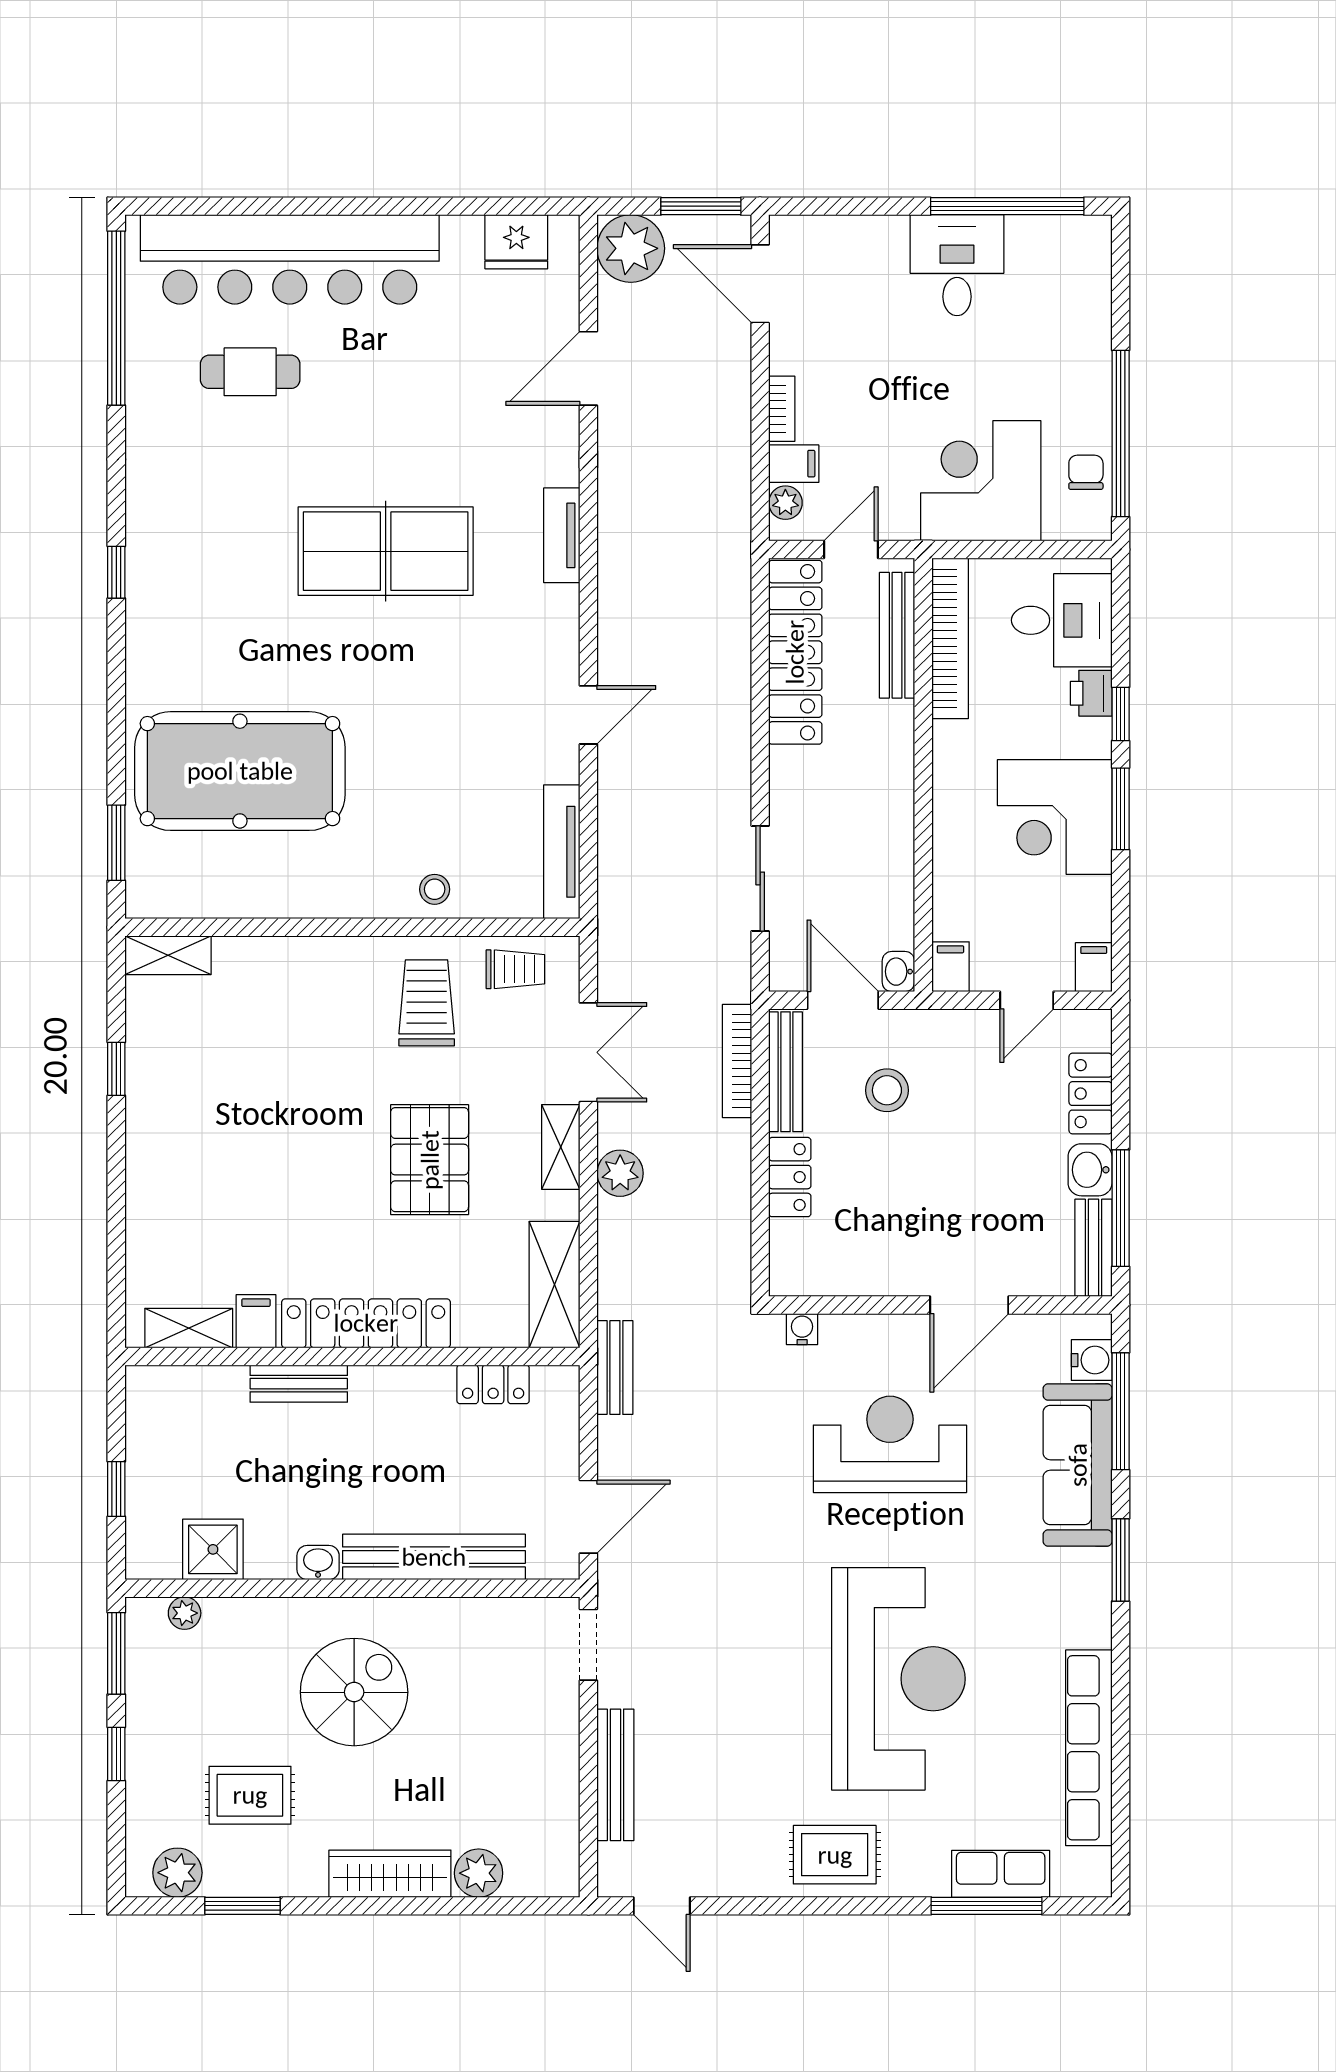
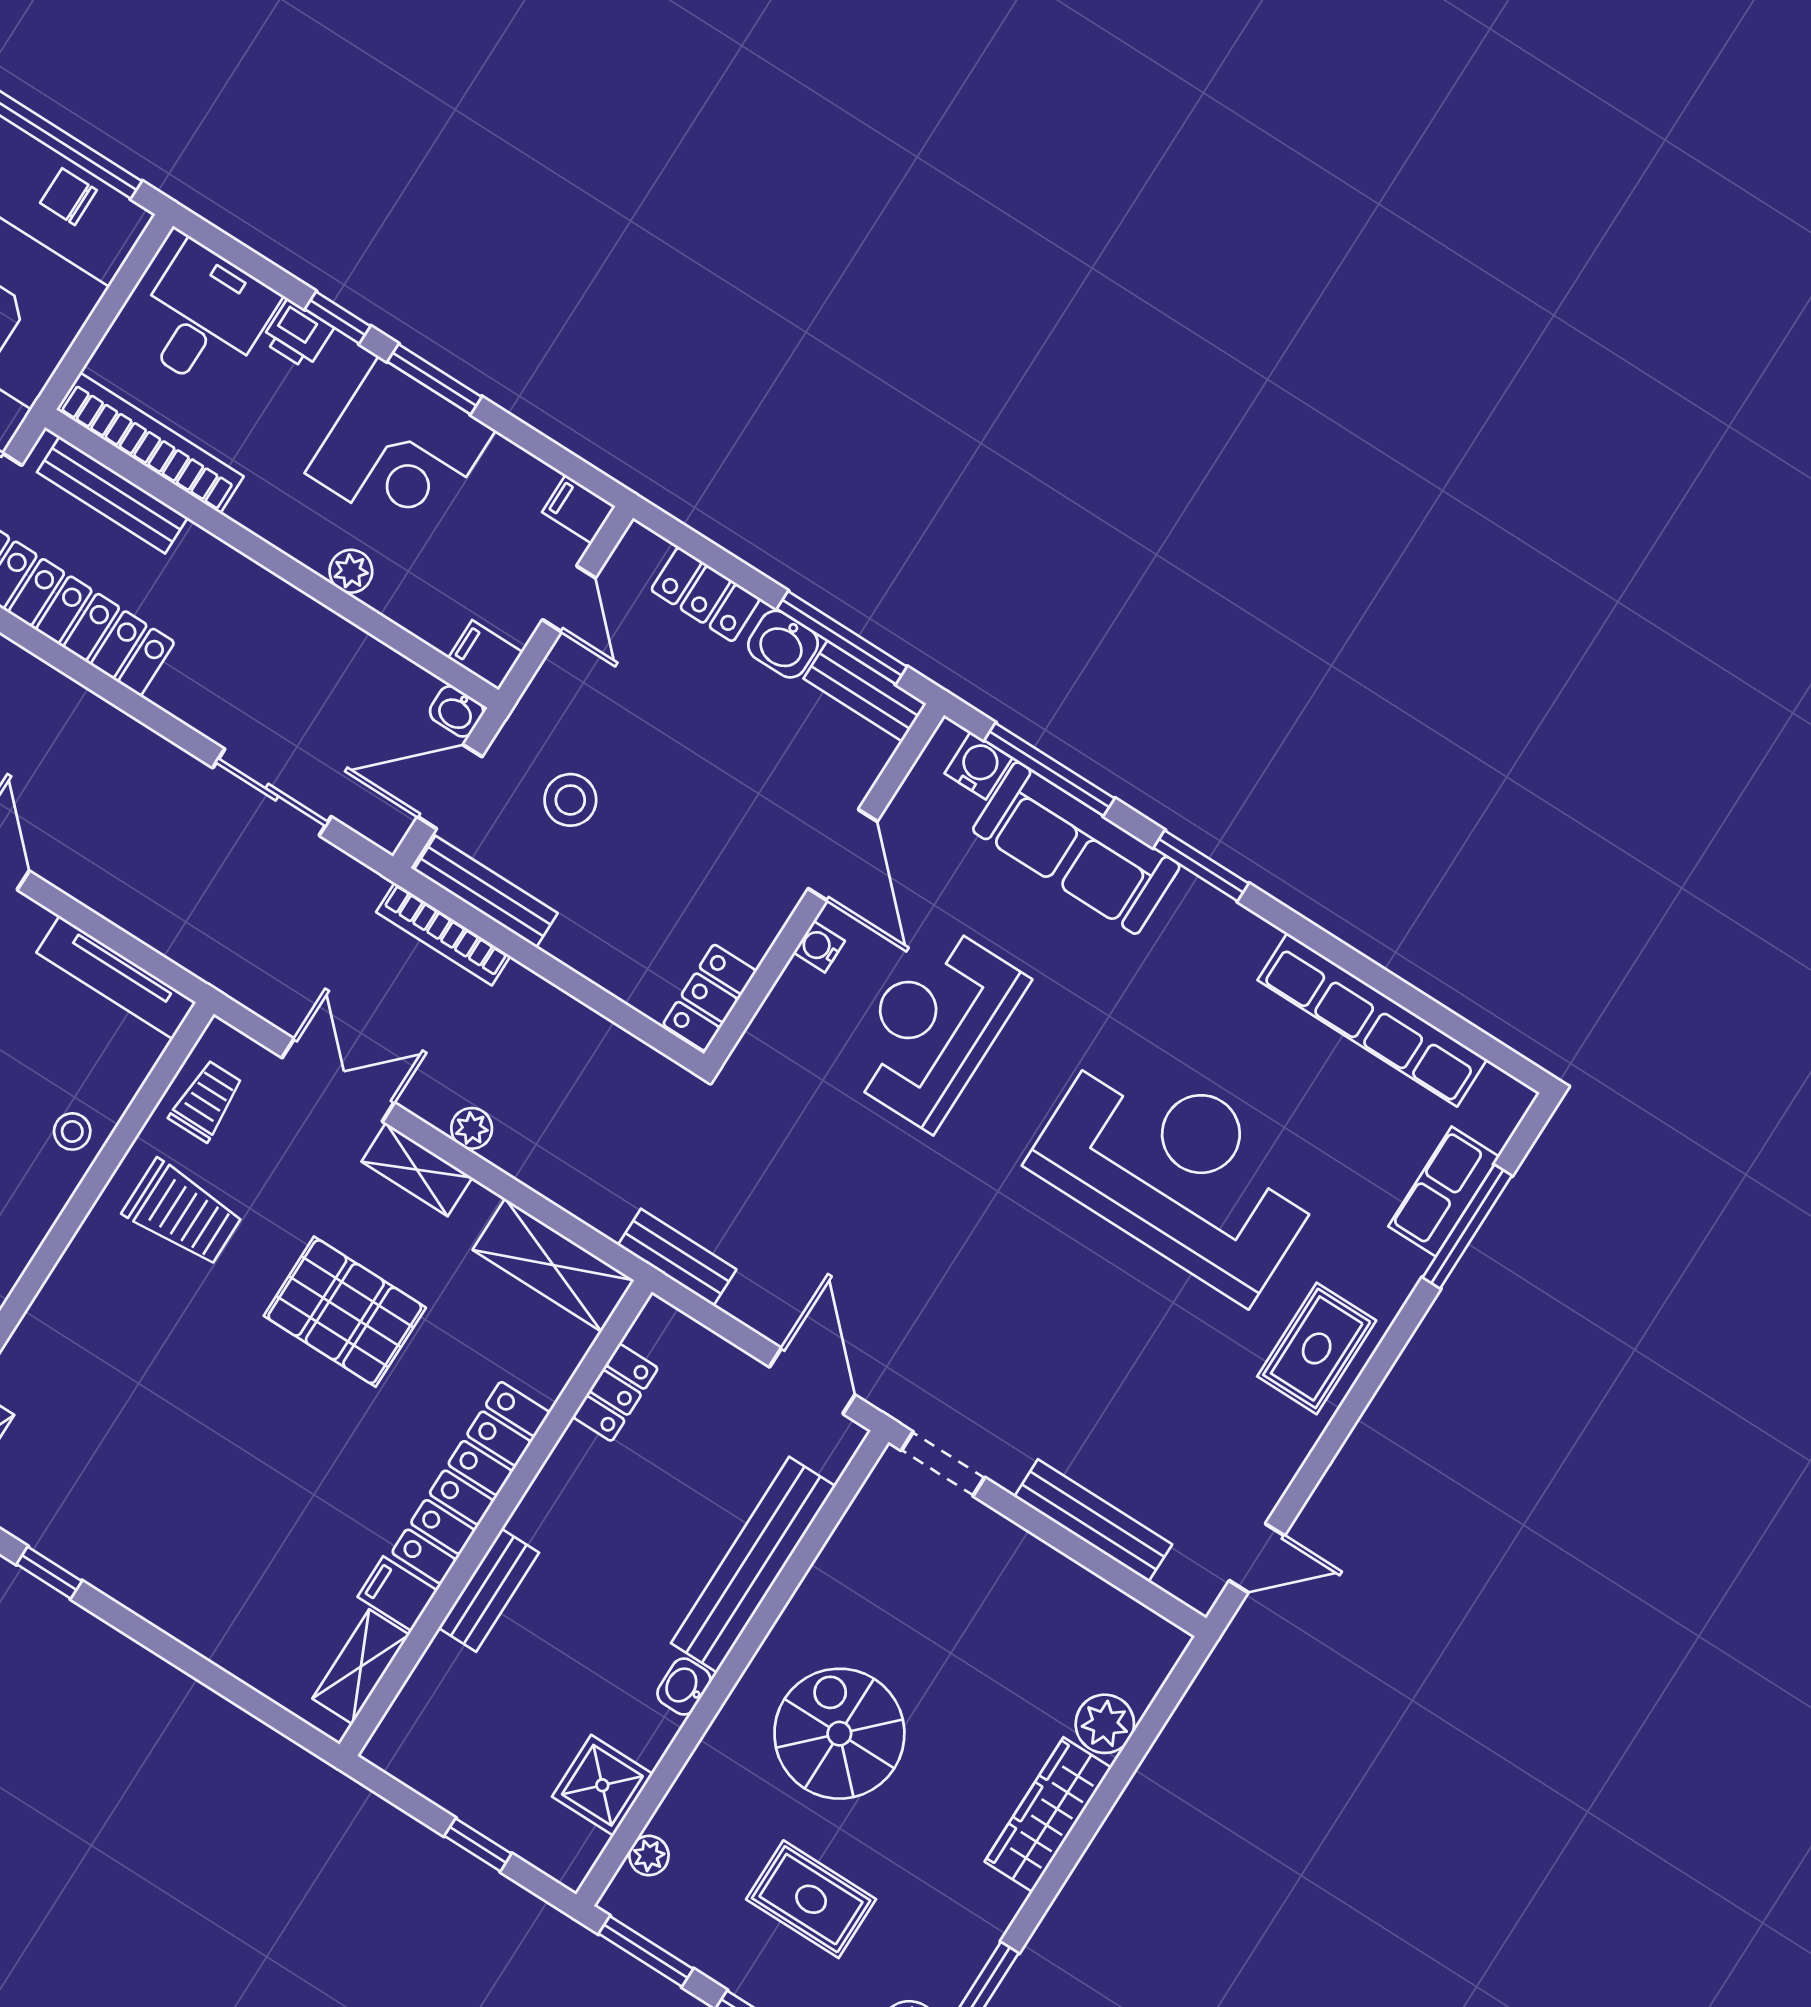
plant: (949, 836) -> (351, 571), added
trolley: (427, 1003) -> (183, 1213), turned 180
plant: (620, 1173) -> (472, 1128), width x0.73, depth x0.73
locker: (790, 1177) -> (710, 998), moved, turned -90
water cooler: (802, 1329) -> (819, 947), moved
rug: (250, 1795) -> (811, 1899), moved, turned 90

